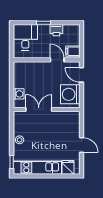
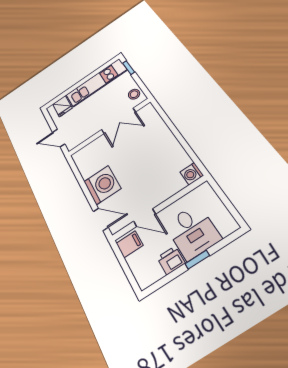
desk: (25, 37) -> (192, 231), moved
washing machine: (19, 94) -> (192, 174), moved
double door: (39, 109) -> (118, 121), moved
wall: (47, 109) -> (109, 127), moved

